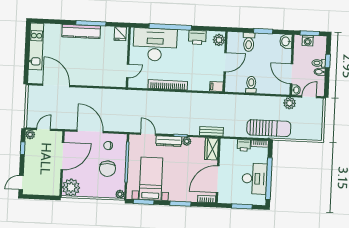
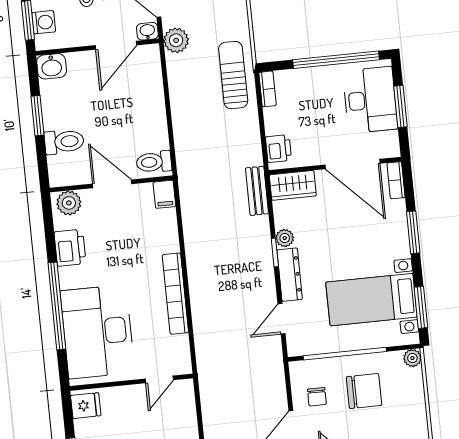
door: (128, 71) -> (159, 379), swing flipped
toilet: (251, 85) -> (154, 162), moved
sun lounger: (269, 128) -> (233, 75), width x0.73, depth x0.75
printer: (244, 145) -> (278, 149), moved
desk: (255, 179) -> (370, 100), moved, turned 90

